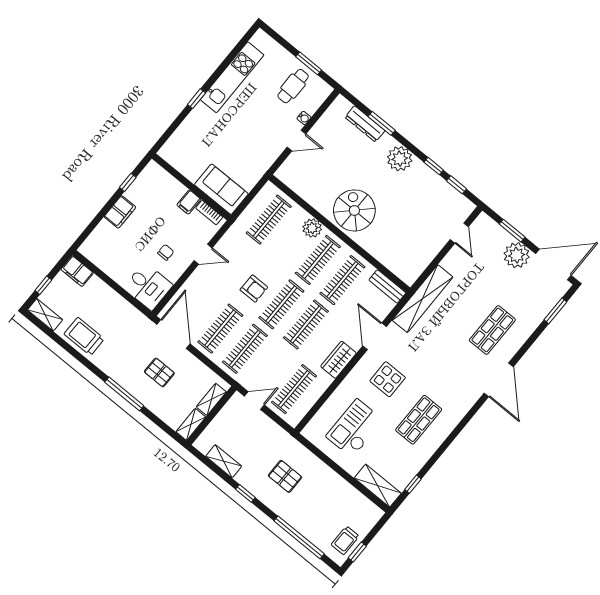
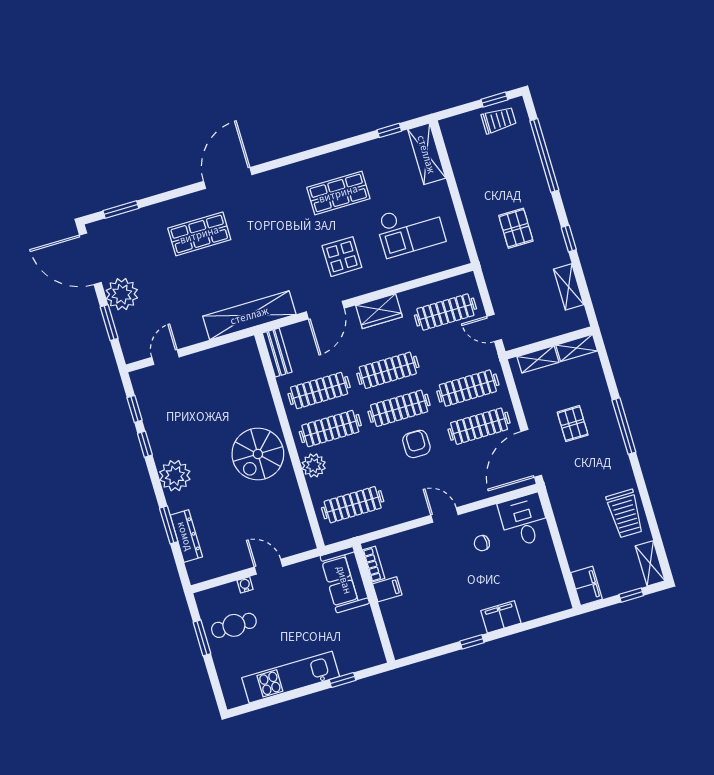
wall: (191, 187) -> (374, 603), moved
sofa: (221, 189) -> (345, 580), moved
filing cabinet: (189, 202) -> (387, 589), moved
bookcase: (209, 213) -> (374, 564), moved

